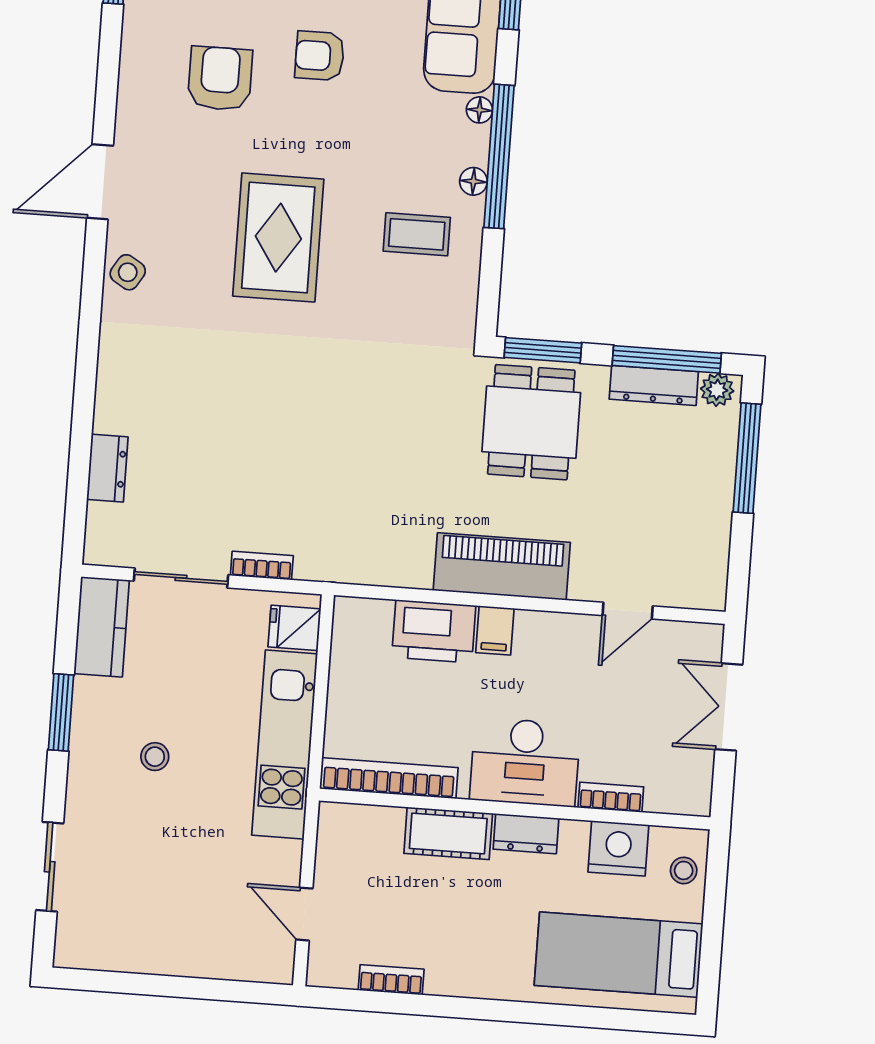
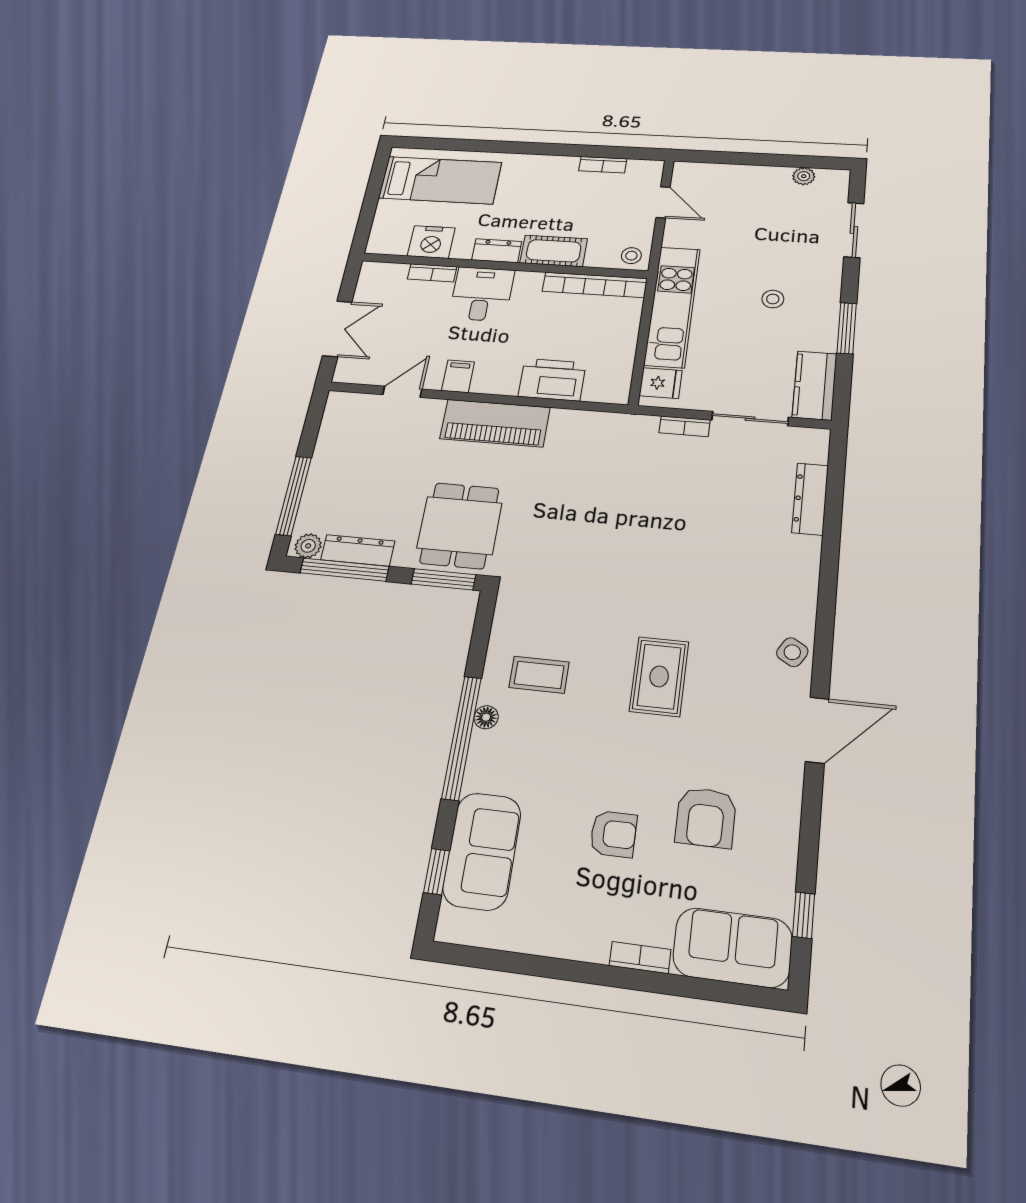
floor lamp: (479, 110) -> (474, 779), removed
rug: (278, 238) -> (659, 676), width x0.73, depth x0.70
dresser: (107, 468) -> (810, 499), width x1.44
filing cabinet: (495, 630) -> (458, 376), moved
desk: (525, 762) -> (482, 294), width x0.73
stool: (684, 870) -> (631, 256), moved
plant: (115, 957) -> (804, 176), added

